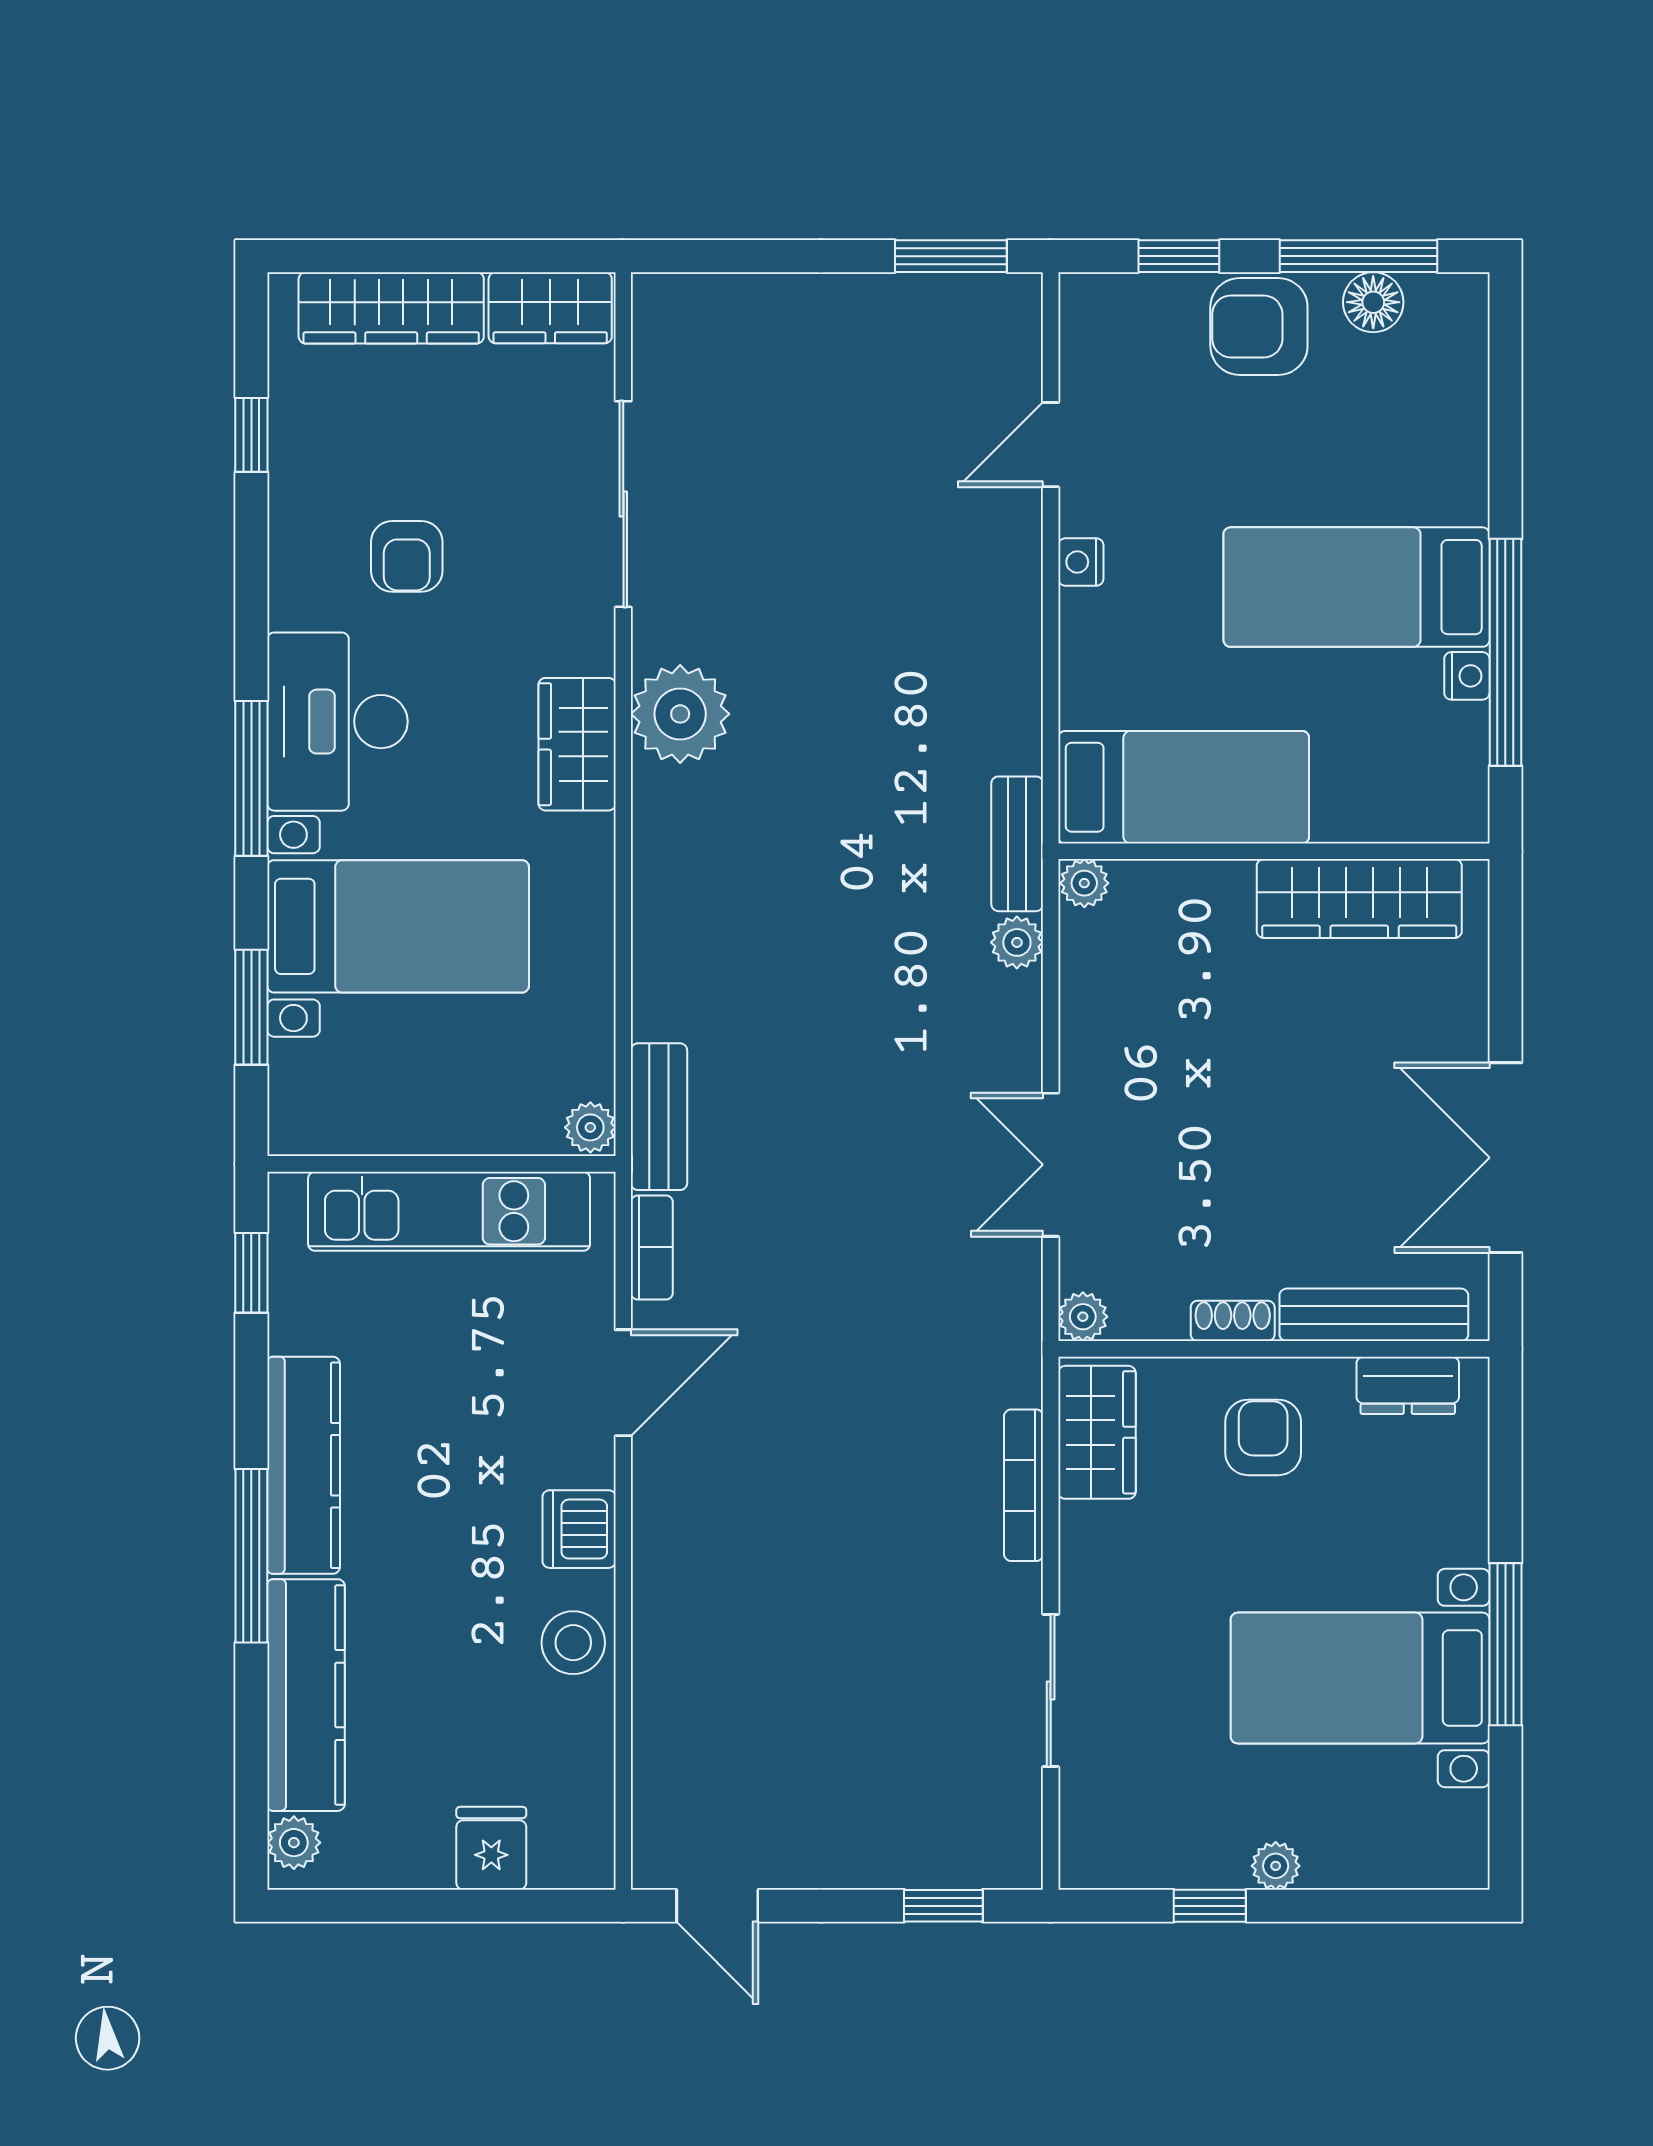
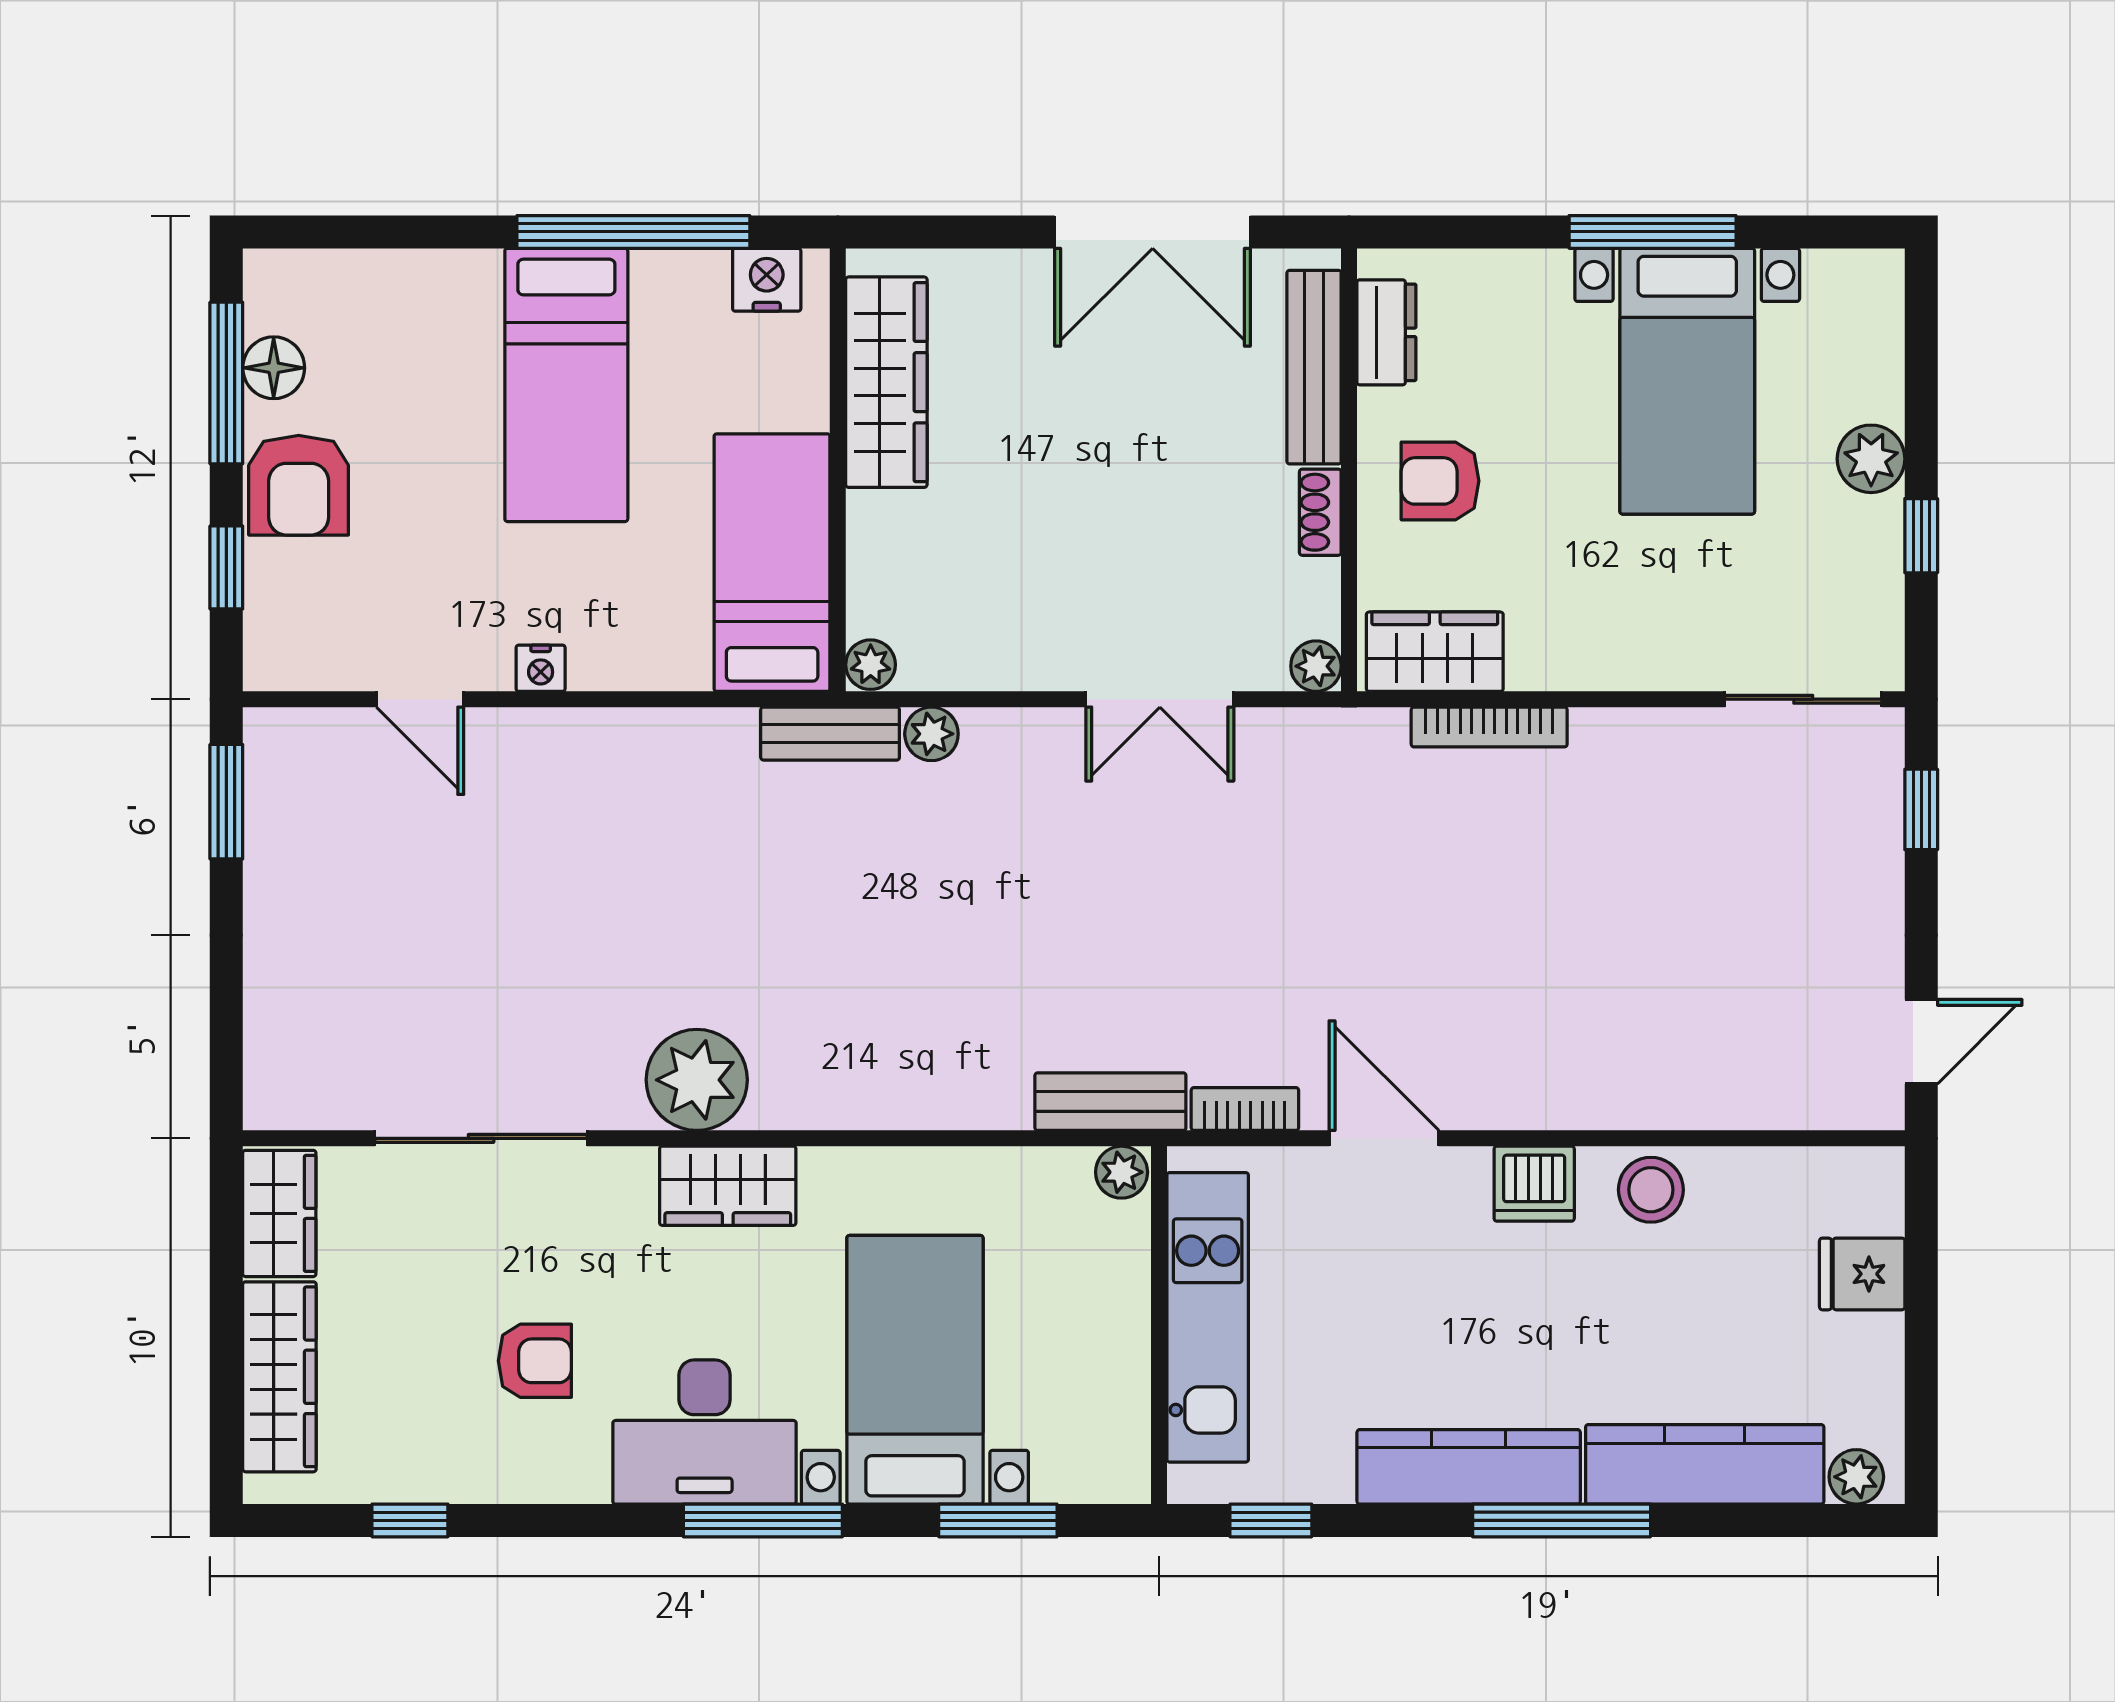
nightstand: (1467, 676) -> (767, 280), moved, width x1.39, depth x1.35
sliding door: (1051, 1691) -> (1803, 699), moved
plant: (1276, 1866) -> (1871, 459), width x1.38, depth x1.38

